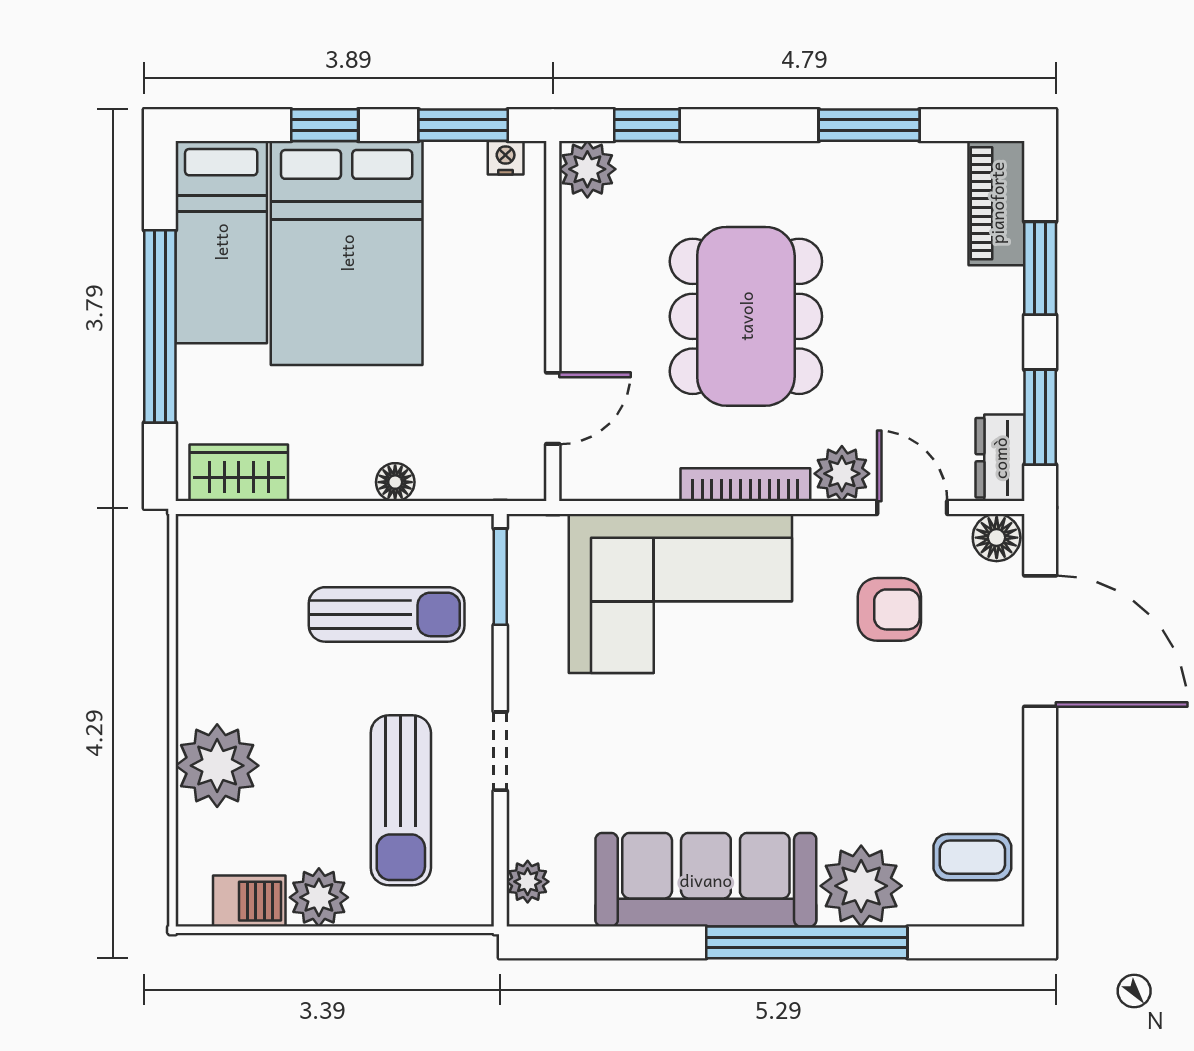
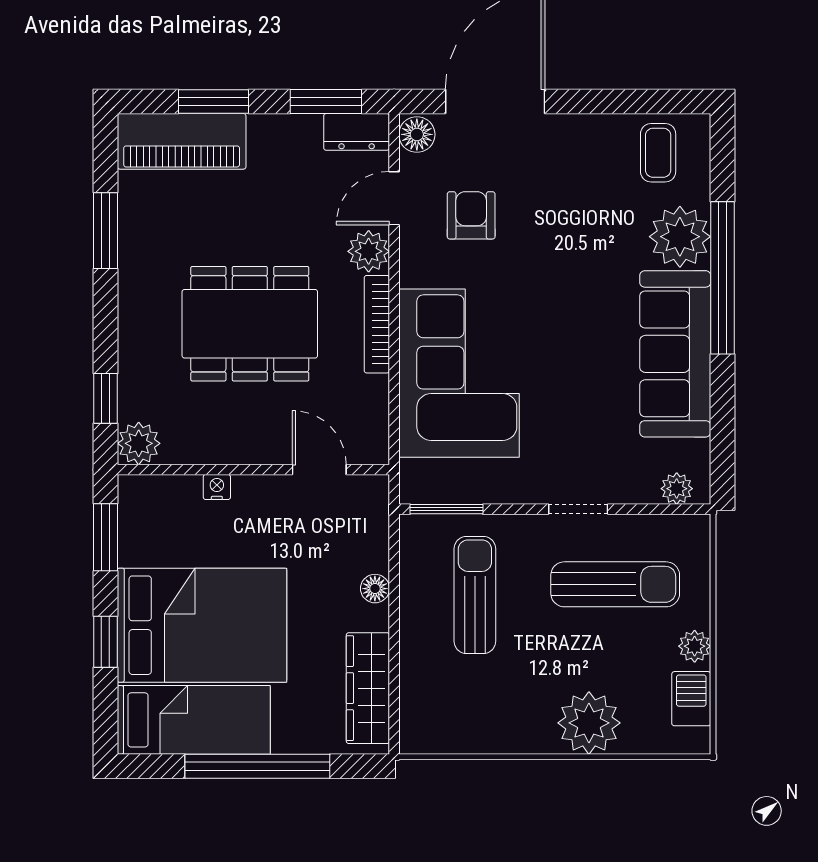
nightstand: (506, 158) -> (217, 487), moved, turned 90
piano: (997, 203) -> (182, 141), width x1.37, depth x1.33
wardrobe: (239, 473) -> (368, 688), width x1.50
plant: (319, 897) -> (695, 646), width x0.73, depth x0.73

